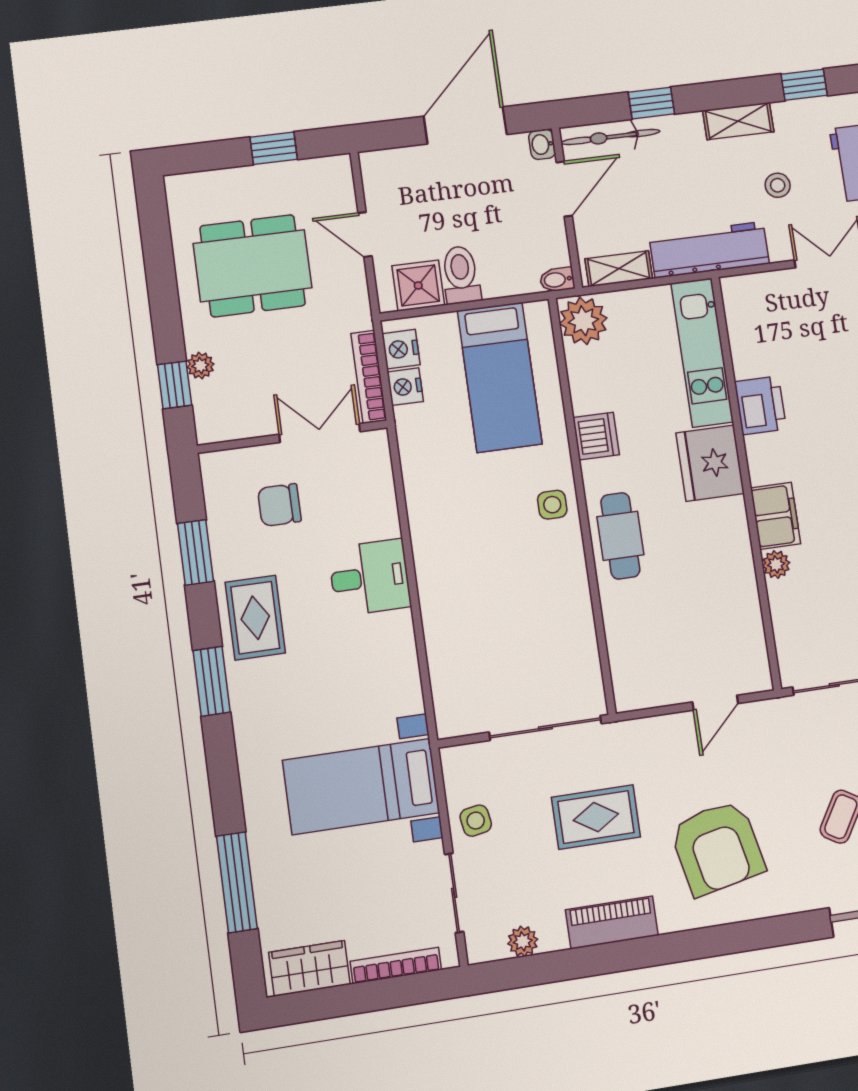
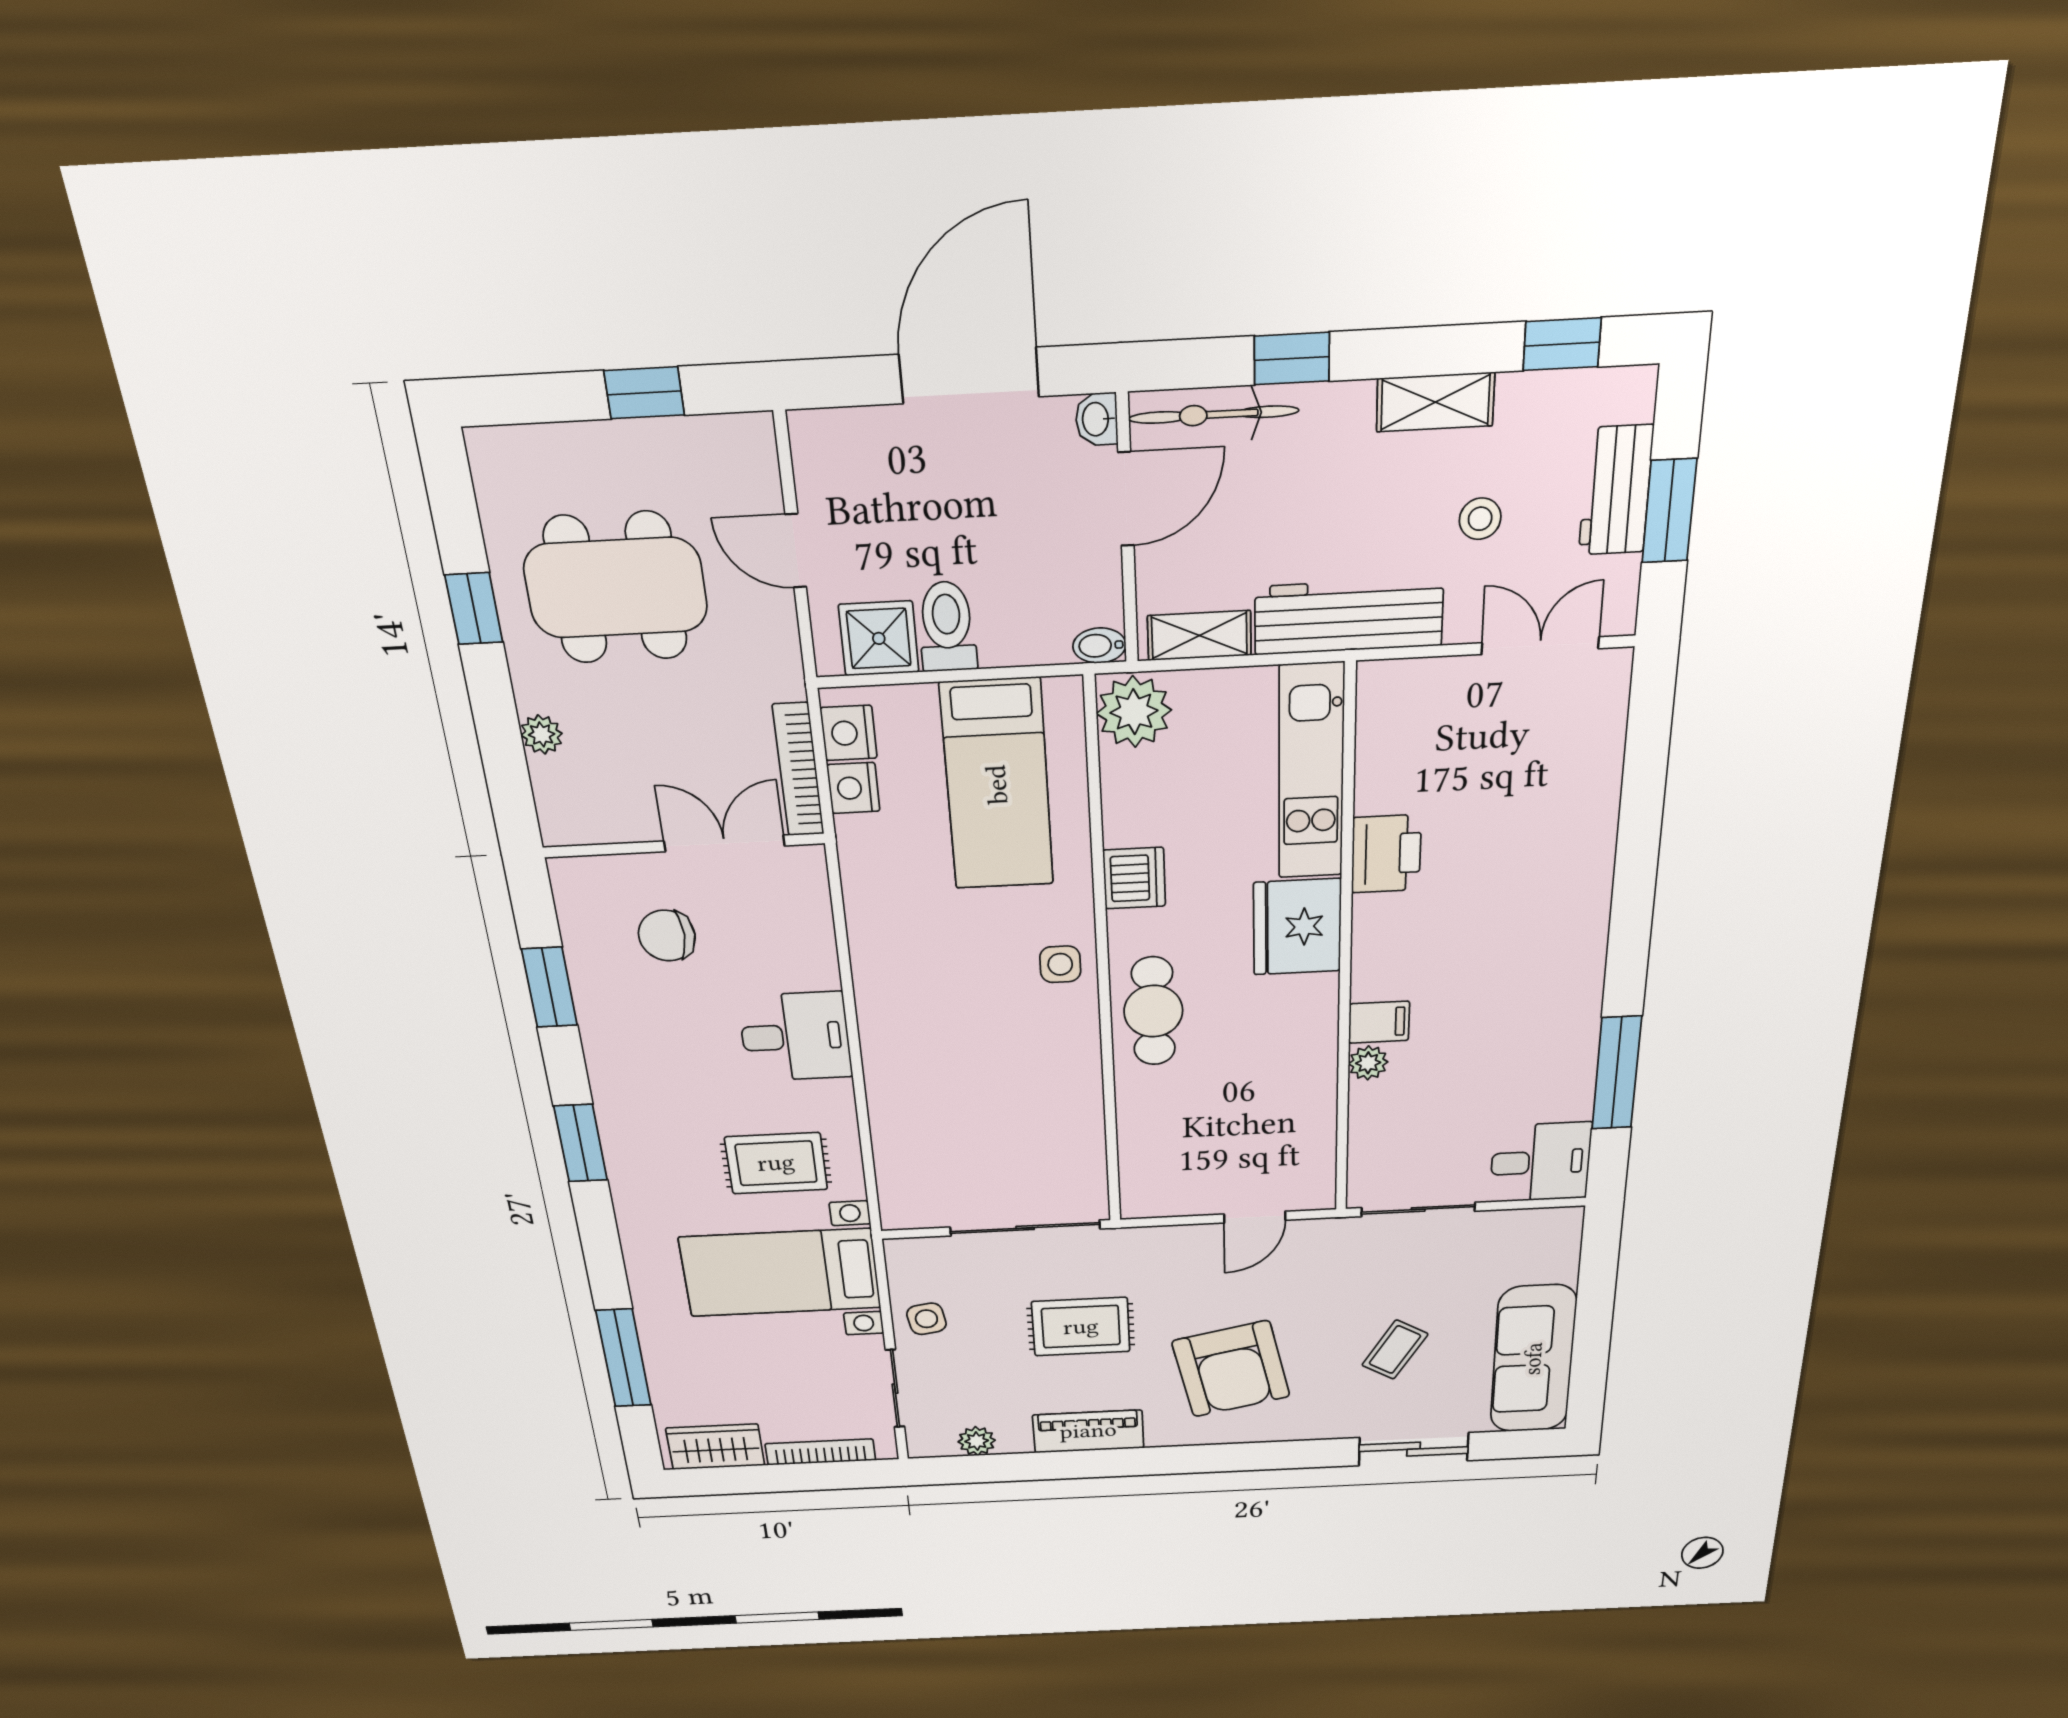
window: (175, 385) -> (474, 609), moved
filing cabinet: (776, 516) -> (1379, 1022), width x0.50
rug: (255, 618) -> (776, 1163), moved, turned 90

